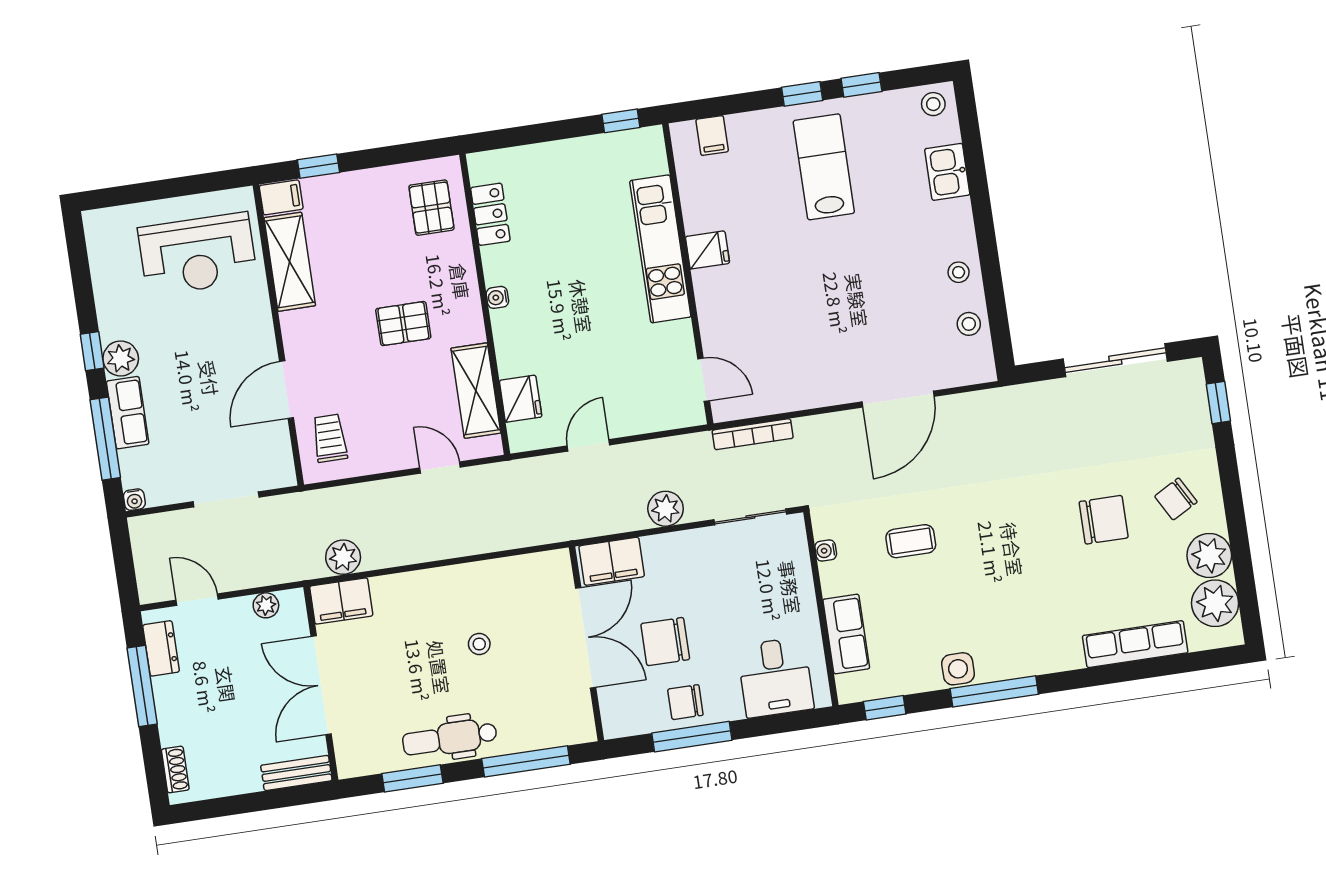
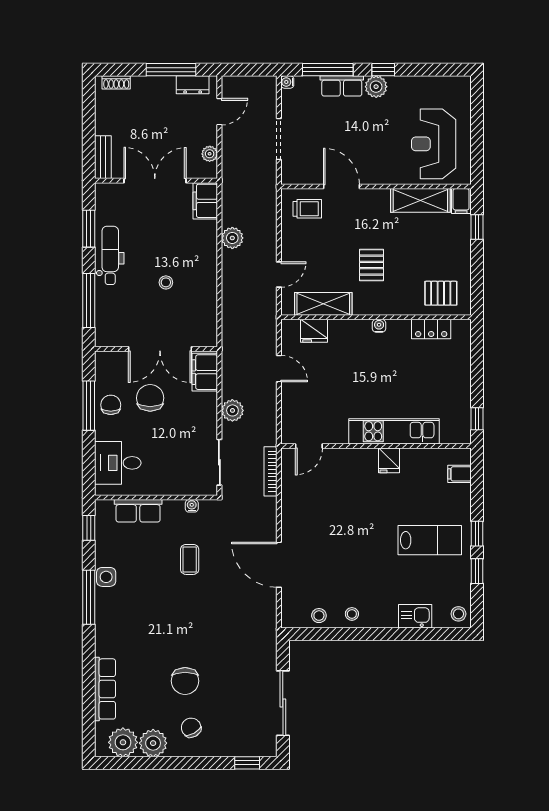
plant: (343, 557) -> (232, 238), moved

